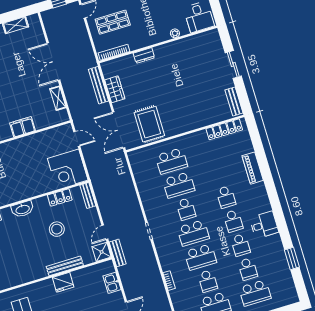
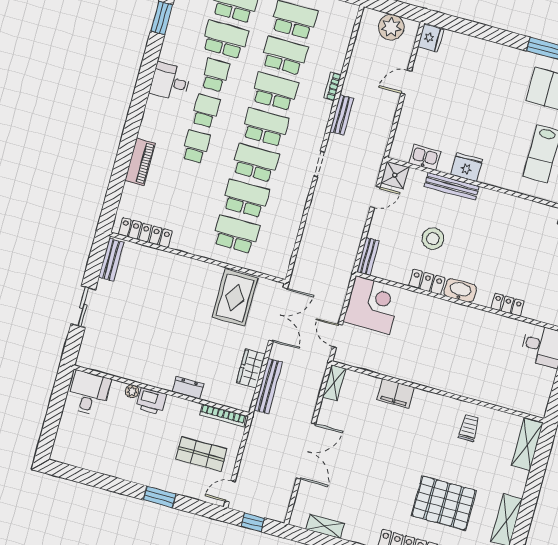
printer: (160, 35) -> (151, 401), added
shelving: (58, 98) -> (334, 383), moved
locker: (60, 197) -> (427, 282), moved
school desk: (186, 209) -> (255, 163), width x1.85
bench: (118, 253) -> (342, 115), moved
school desk: (248, 269) -> (225, 39), width x1.85
school desk: (208, 281) -> (285, 56), width x1.85
kitchen sink: (112, 283) -> (425, 157), moved, turned -90

